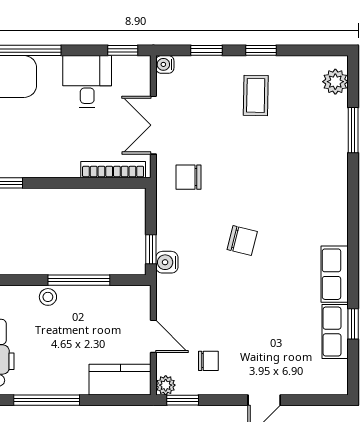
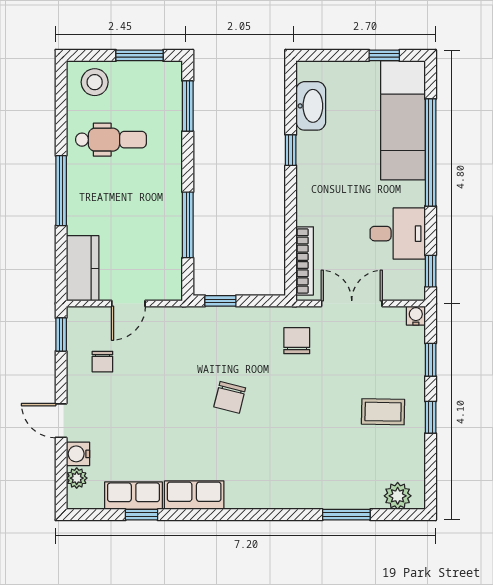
water cooler: (167, 262) -> (78, 454), moved, turned -90
stool: (48, 297) -> (170, 192), removed
plant: (166, 385) -> (77, 478), moved

